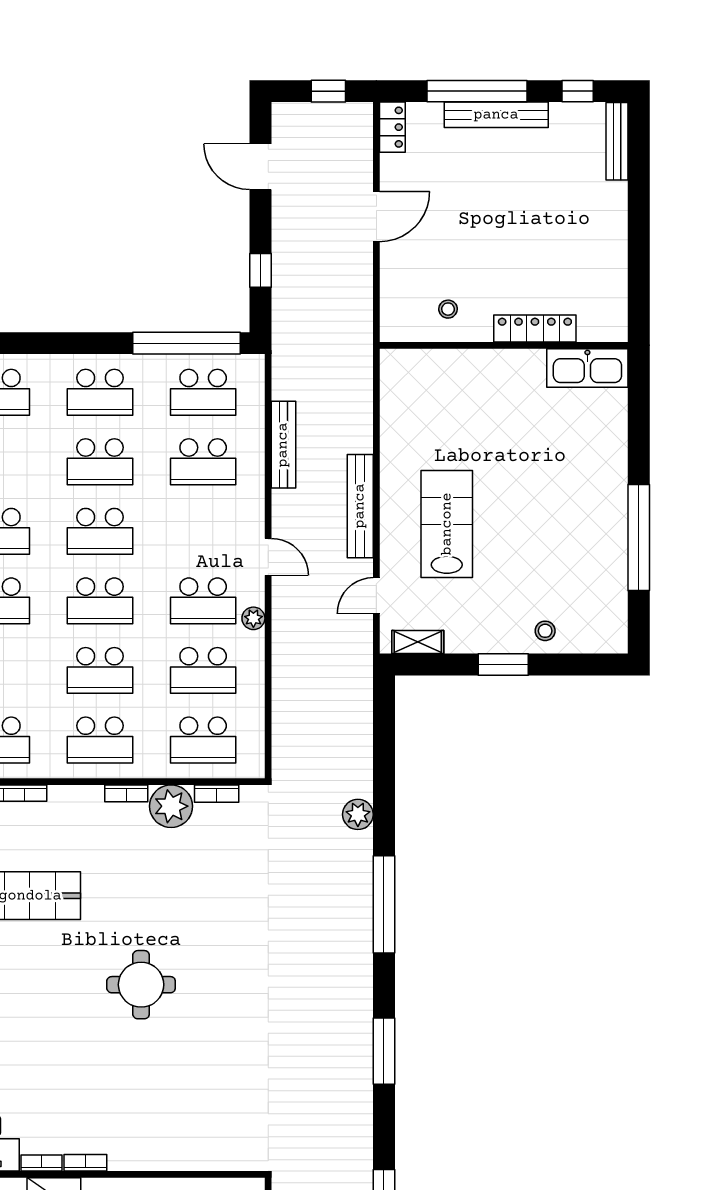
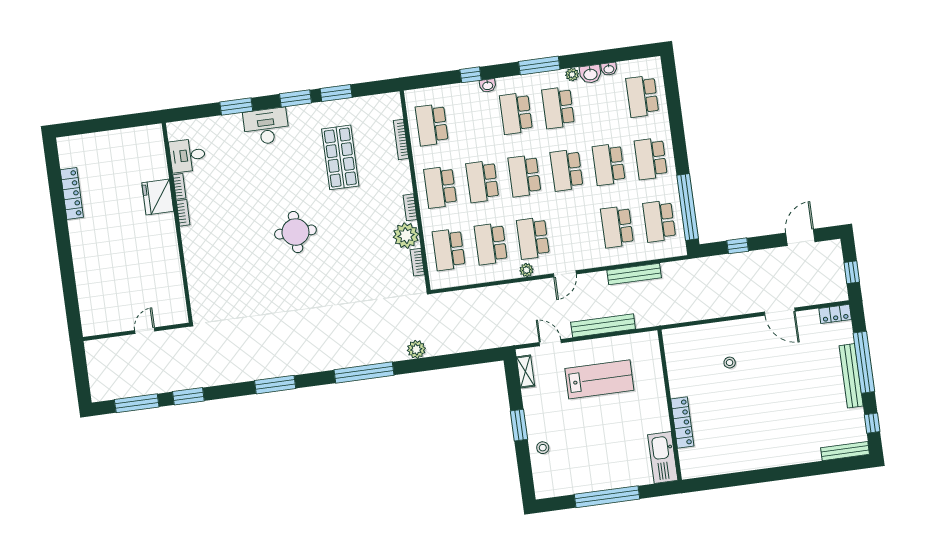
locker: (535, 328) -> (682, 422), moved
wall: (504, 345) -> (670, 405), moved
kitchen sink: (587, 368) -> (663, 458), moved

